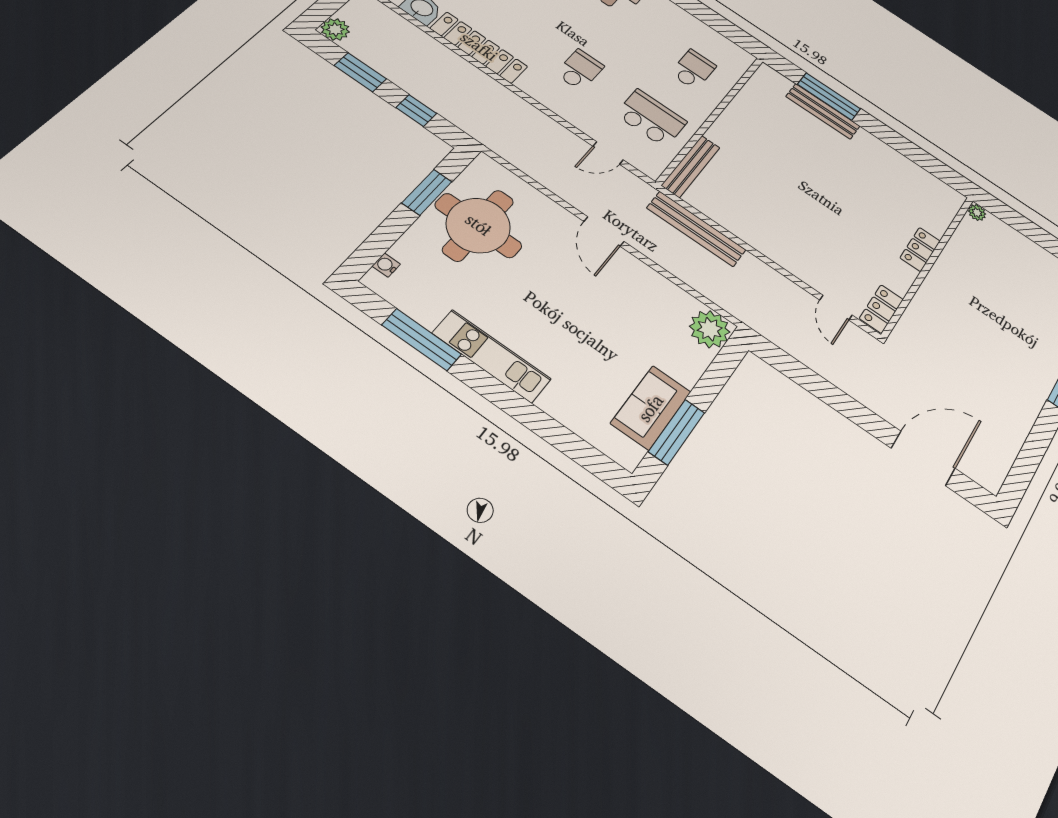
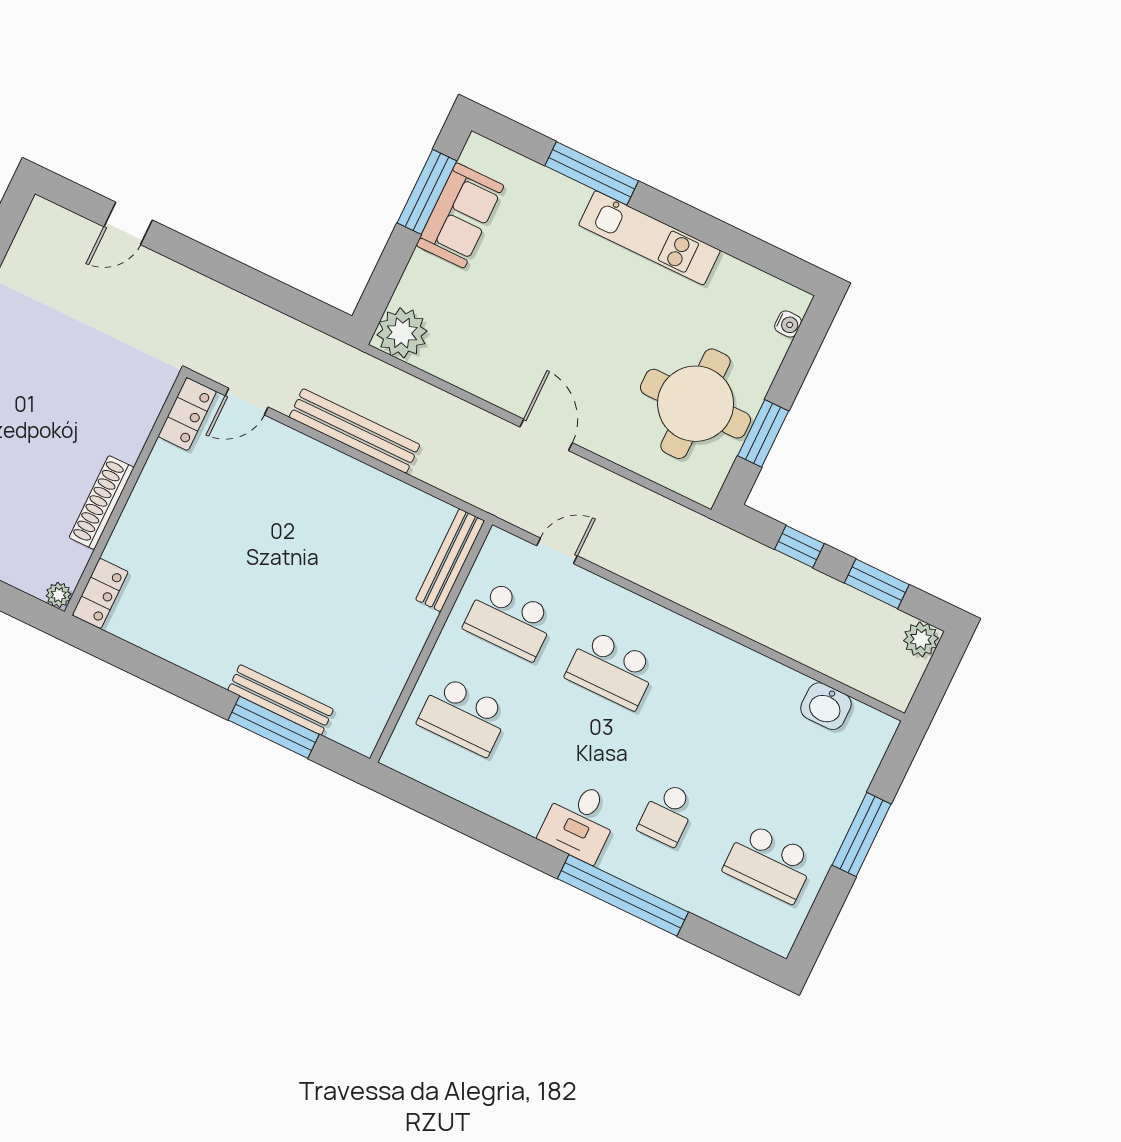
locker: (479, 47) -> (744, 666), removed
school desk: (580, 70) -> (611, 669), width x1.85
school desk: (693, 70) -> (463, 716), width x1.85
bench: (696, 229) -> (354, 431), moved
locker: (920, 249) -> (100, 593), moved
shoe rack: (946, 264) -> (101, 502), added
door: (836, 308) -> (247, 401), swing flipped
window: (422, 340) -> (592, 173), moved
door: (923, 458) -> (128, 223), width x0.53

